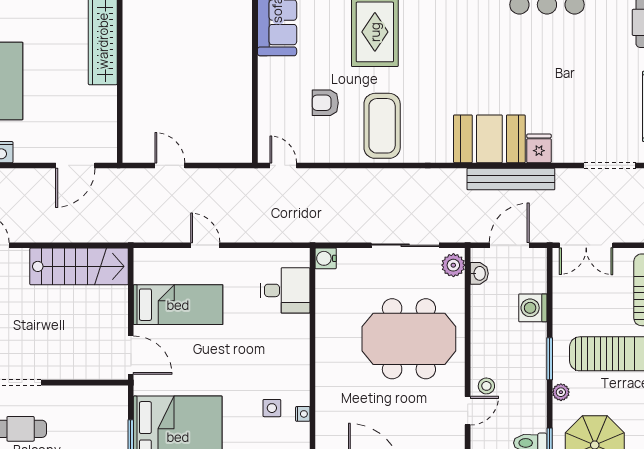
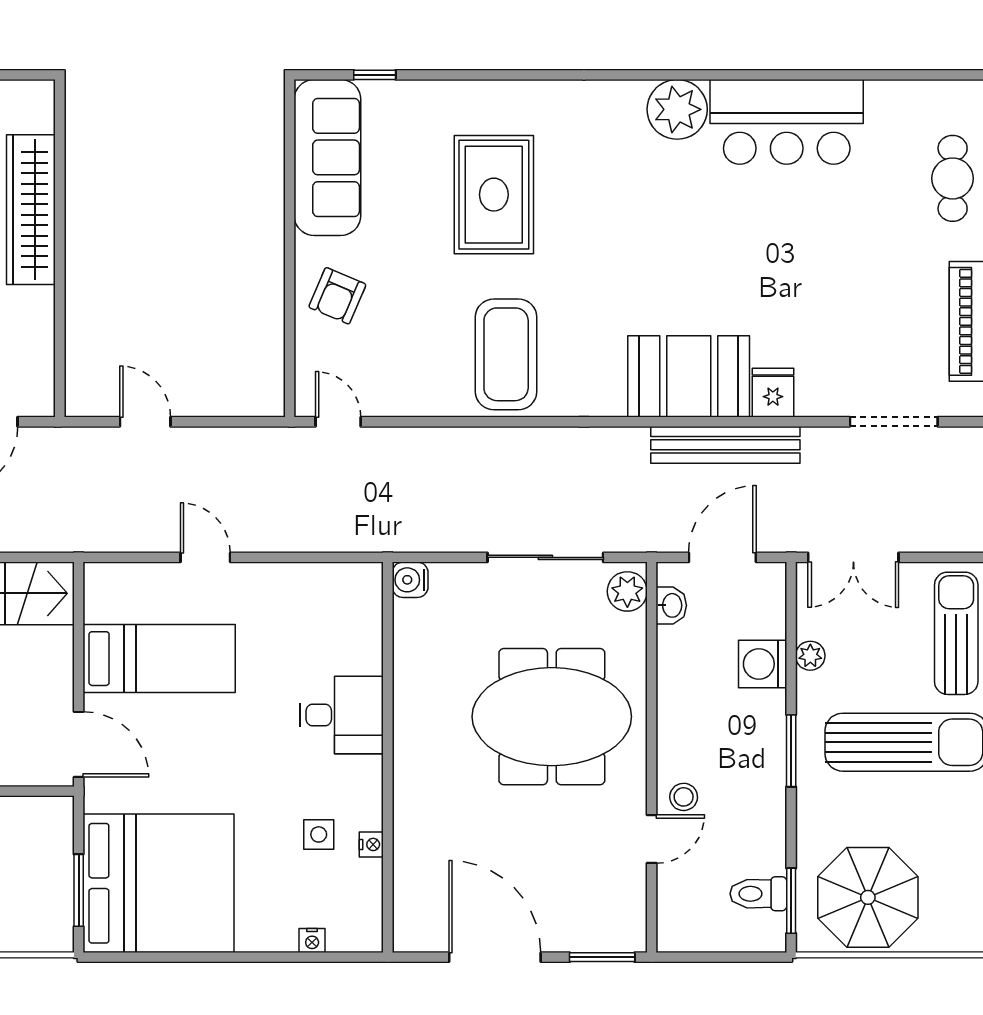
armchair: (325, 103) -> (337, 296), moved, turned -67
desk: (285, 290) -> (341, 715), moved
plant: (561, 392) -> (810, 656), moved

